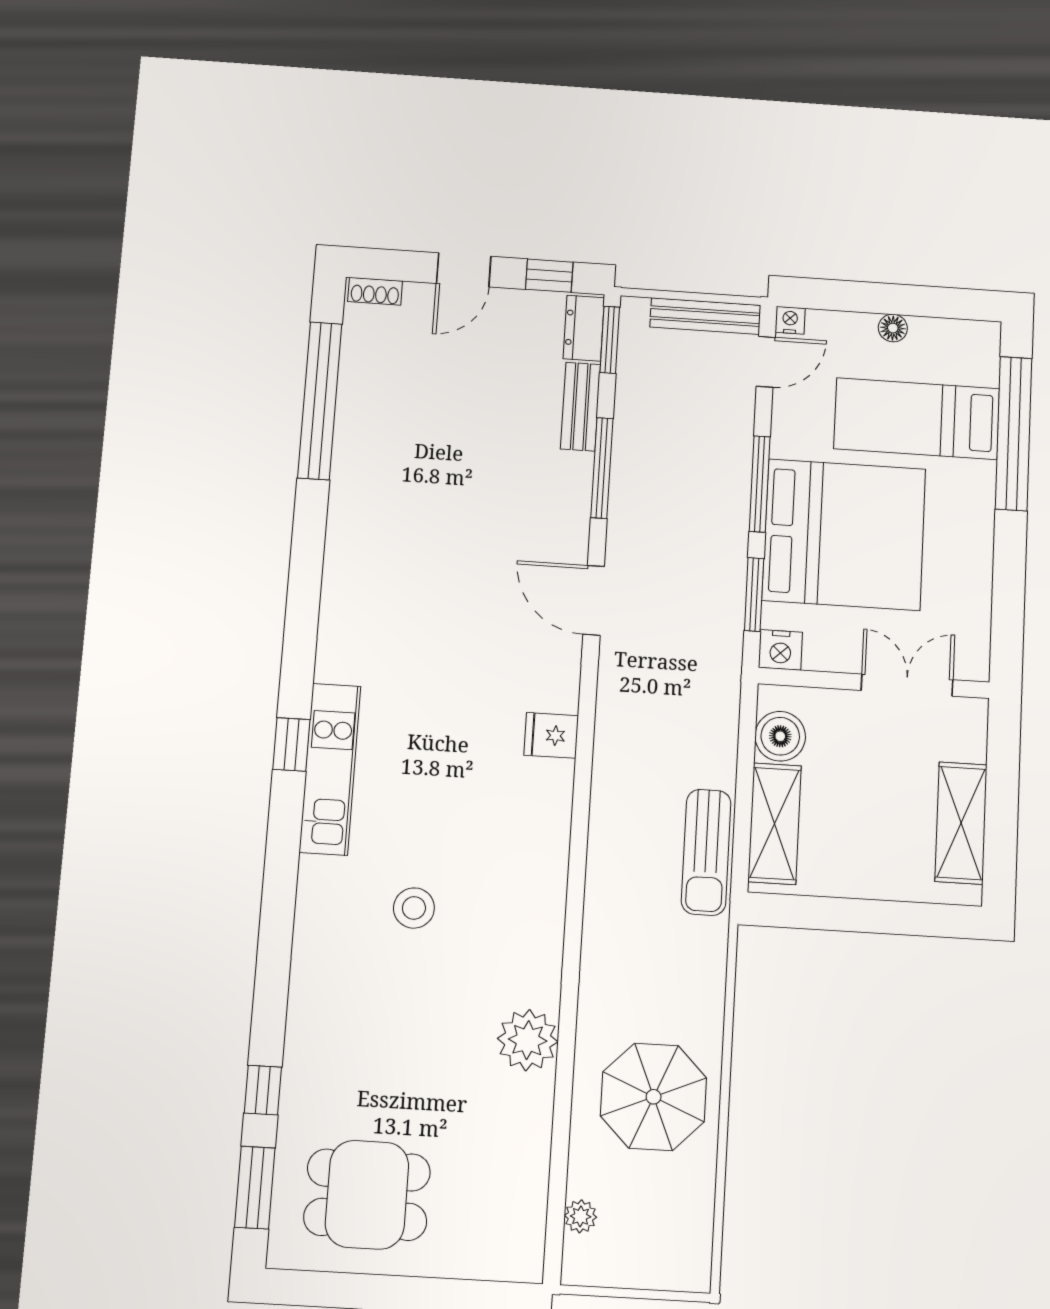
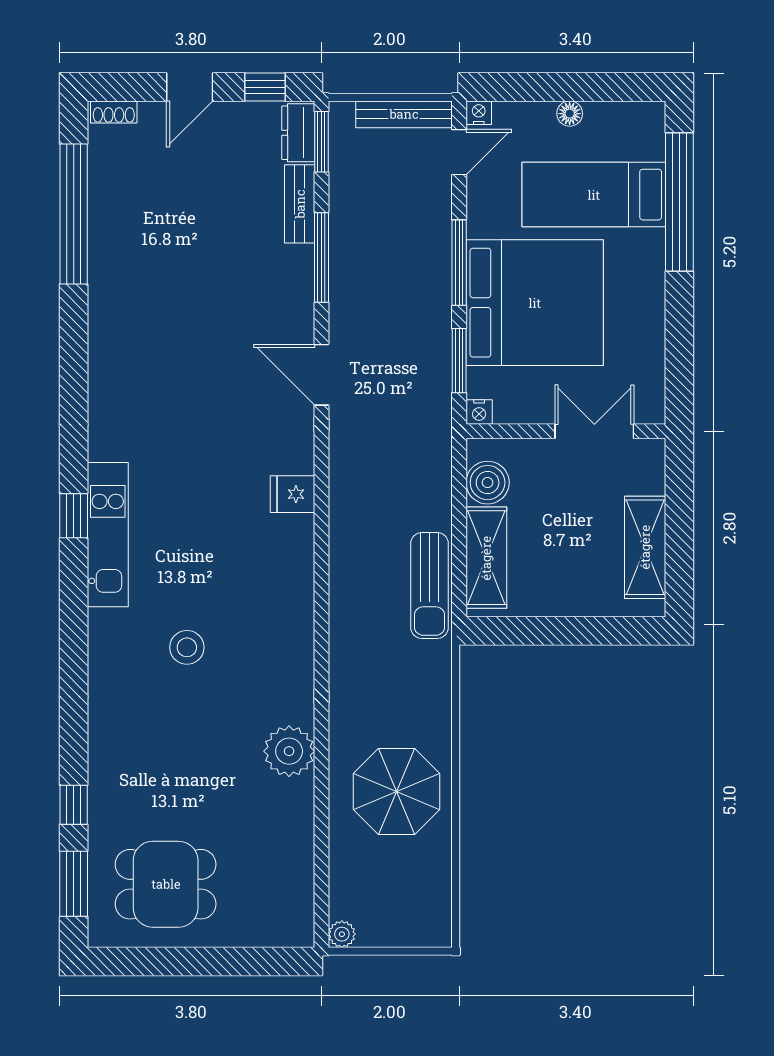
nightstand: (780, 650) -> (479, 412), width x0.72, depth x0.74
plant: (581, 1216) -> (342, 934), moved

